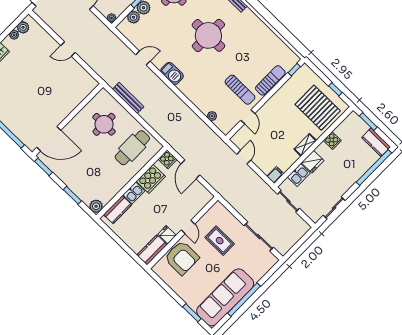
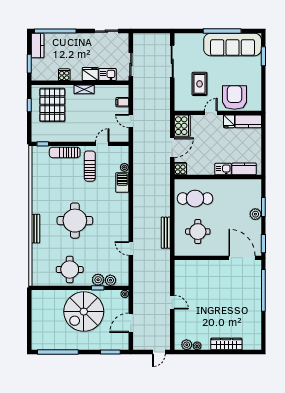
barbecue: (172, 73) -> (122, 182), moved
door: (244, 157) -> (131, 121), hinge flipped
filing cabinet: (275, 175) -> (122, 102), moved
cooker: (151, 179) -> (182, 126), moved, turned 90
plant: (96, 206) -> (255, 214), moved

